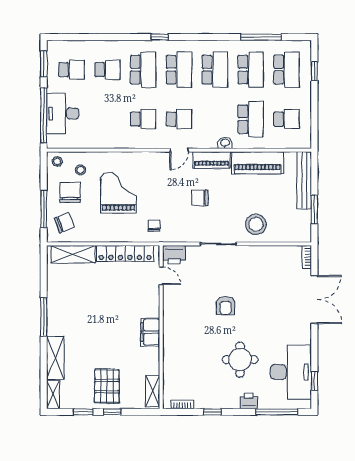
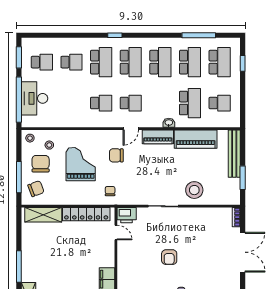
chair: (200, 198) -> (116, 155), moved

